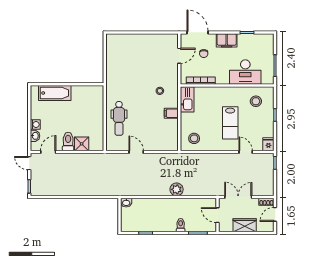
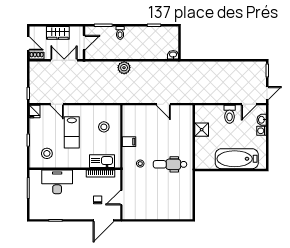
door: (198, 32) -> (104, 220), hinge flipped
filing cabinet: (227, 40) -> (75, 213), removed
bathtub: (55, 93) -> (237, 159), width x1.36, depth x1.36
kitchen sink: (187, 99) -> (102, 161), moved, turned 90
dental chair: (119, 118) -> (170, 164), moved, turned -90
lab bench: (230, 123) -> (72, 132), turned 180
stool: (194, 138) -> (104, 127), moved
shower: (82, 144) -> (202, 130), moved
door: (29, 163) -> (267, 93), hinge flipped
double door: (238, 197) -> (64, 60), swing flipped
door: (275, 214) -> (28, 43), hinge flipped
door: (218, 215) -> (84, 43), hinge flipped

